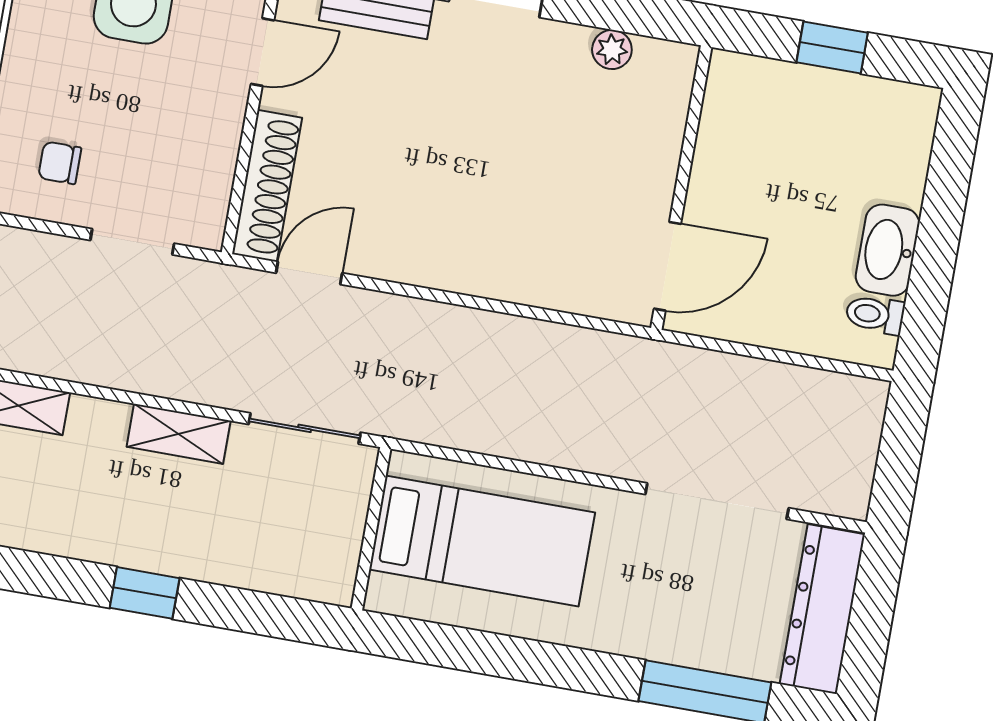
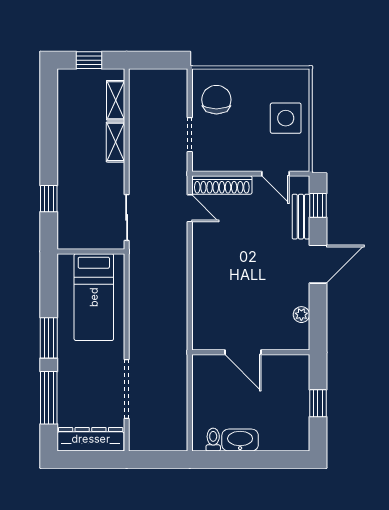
chair: (60, 163) -> (216, 100), width x1.87, depth x1.87
door: (667, 266) -> (243, 352), moved
shelving: (179, 434) -> (115, 142), moved
window: (145, 593) -> (49, 199), moved
window: (561, 666) -> (49, 338), added

